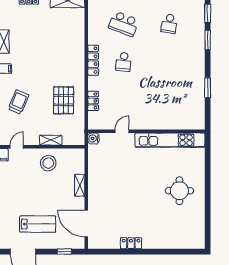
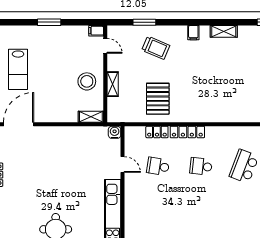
school desk: (169, 24) -> (158, 166), moved
locker: (93, 60) -> (187, 132), moved
pallet: (64, 100) -> (158, 99), turned 90
shelving: (80, 185) -> (91, 117), moved

